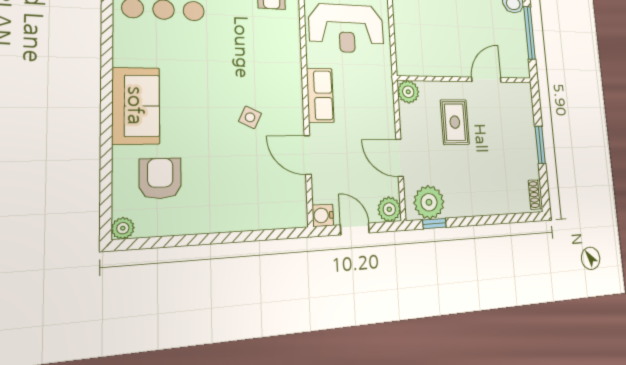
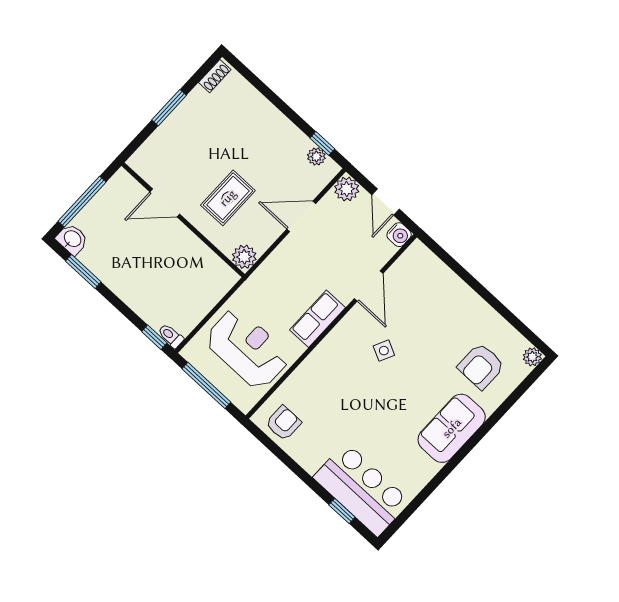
door: (400, 158) -> (301, 216), swing flipped
plant: (429, 202) -> (316, 156), width x0.53, depth x0.53

